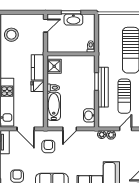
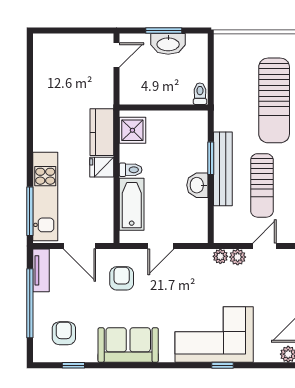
stool: (11, 35) -> (53, 72), removed
washbasin: (89, 115) -> (197, 185), moved

